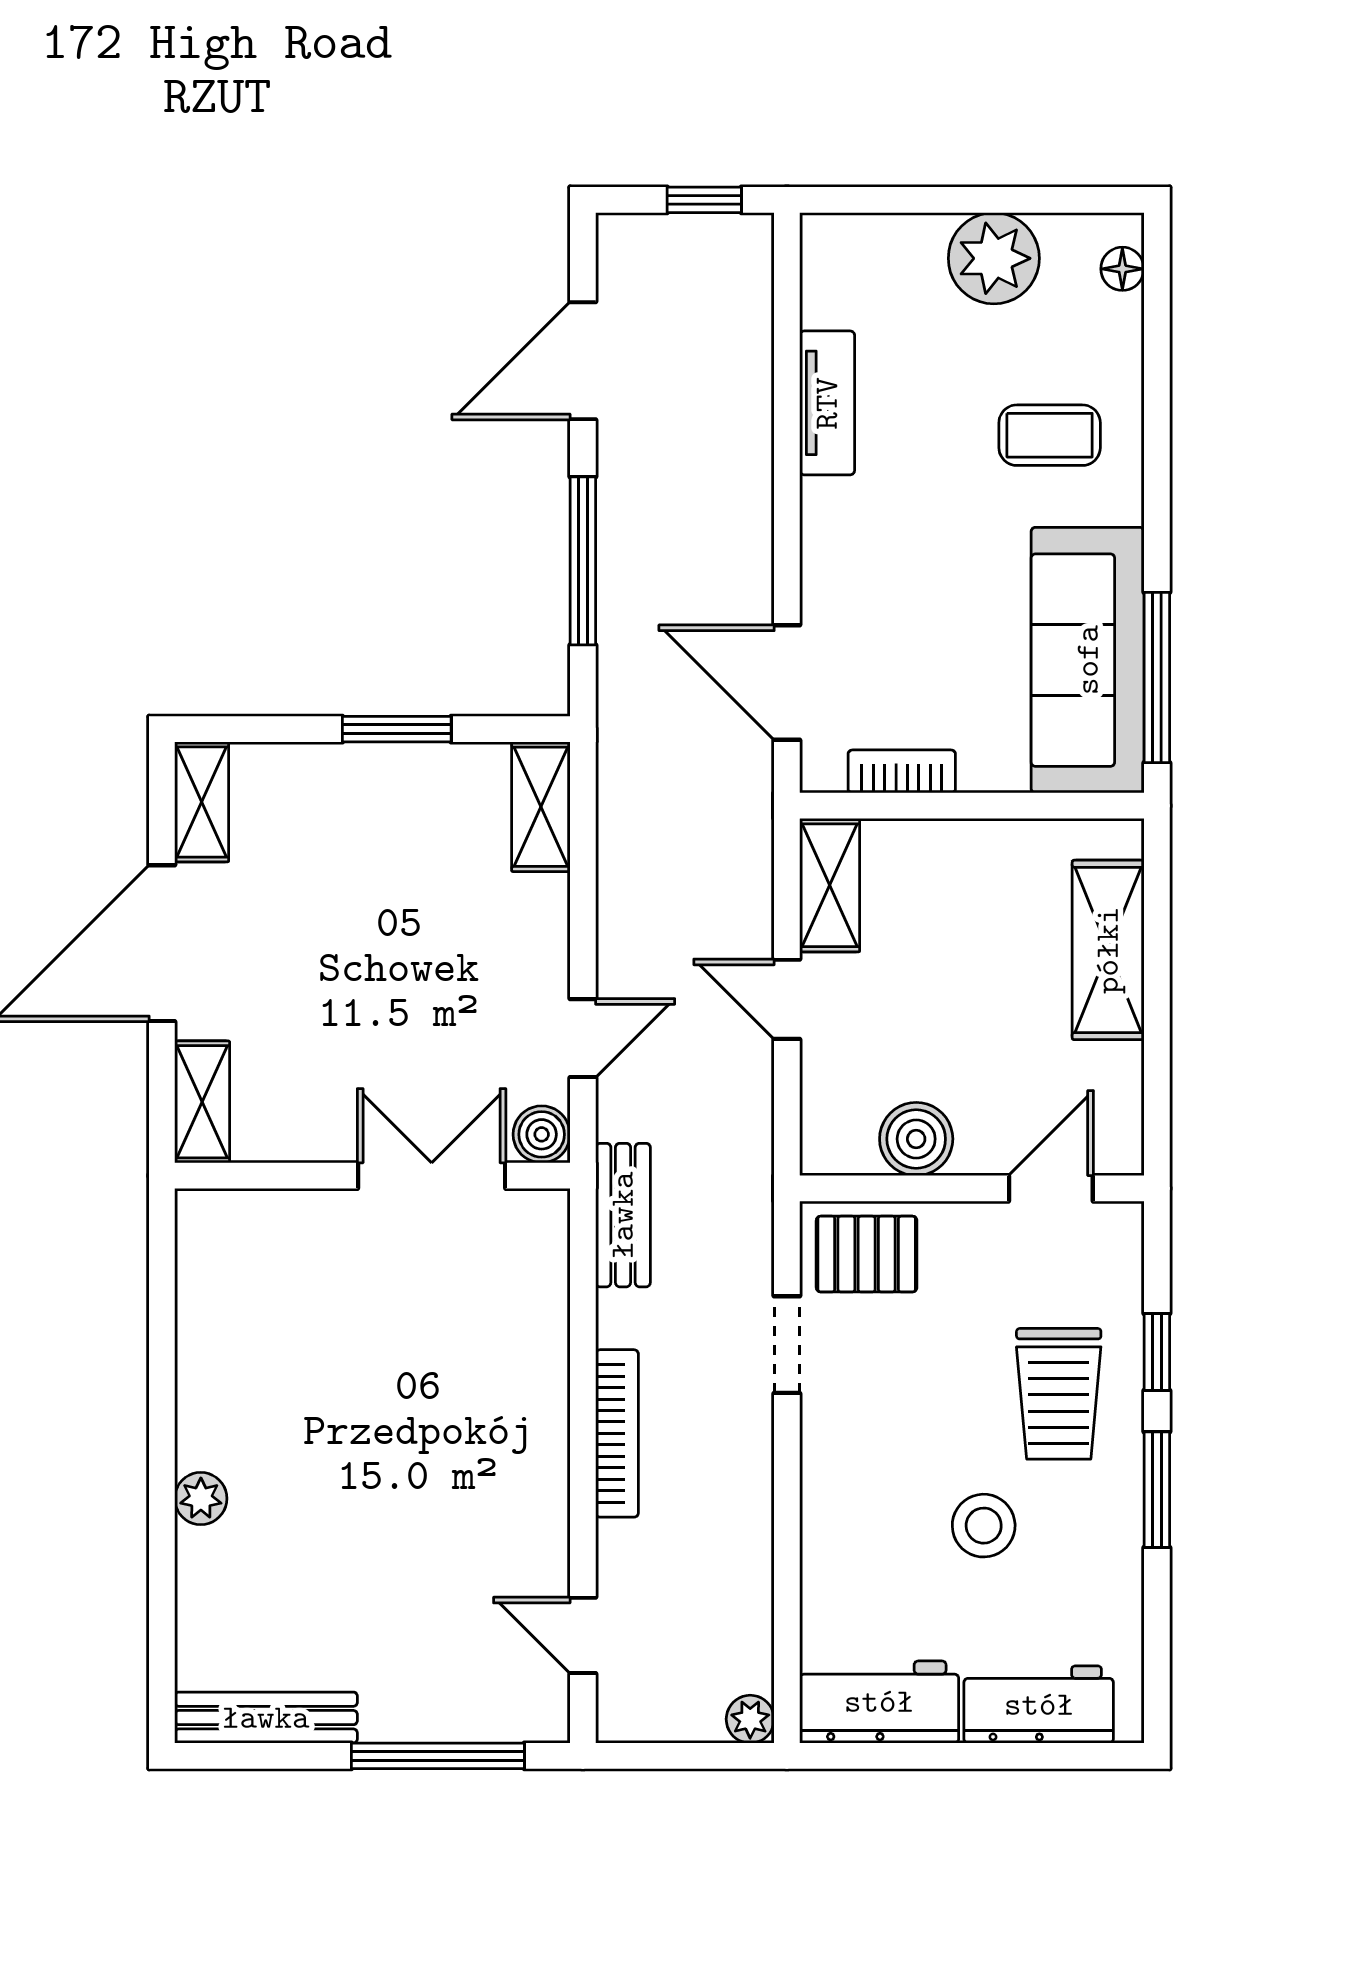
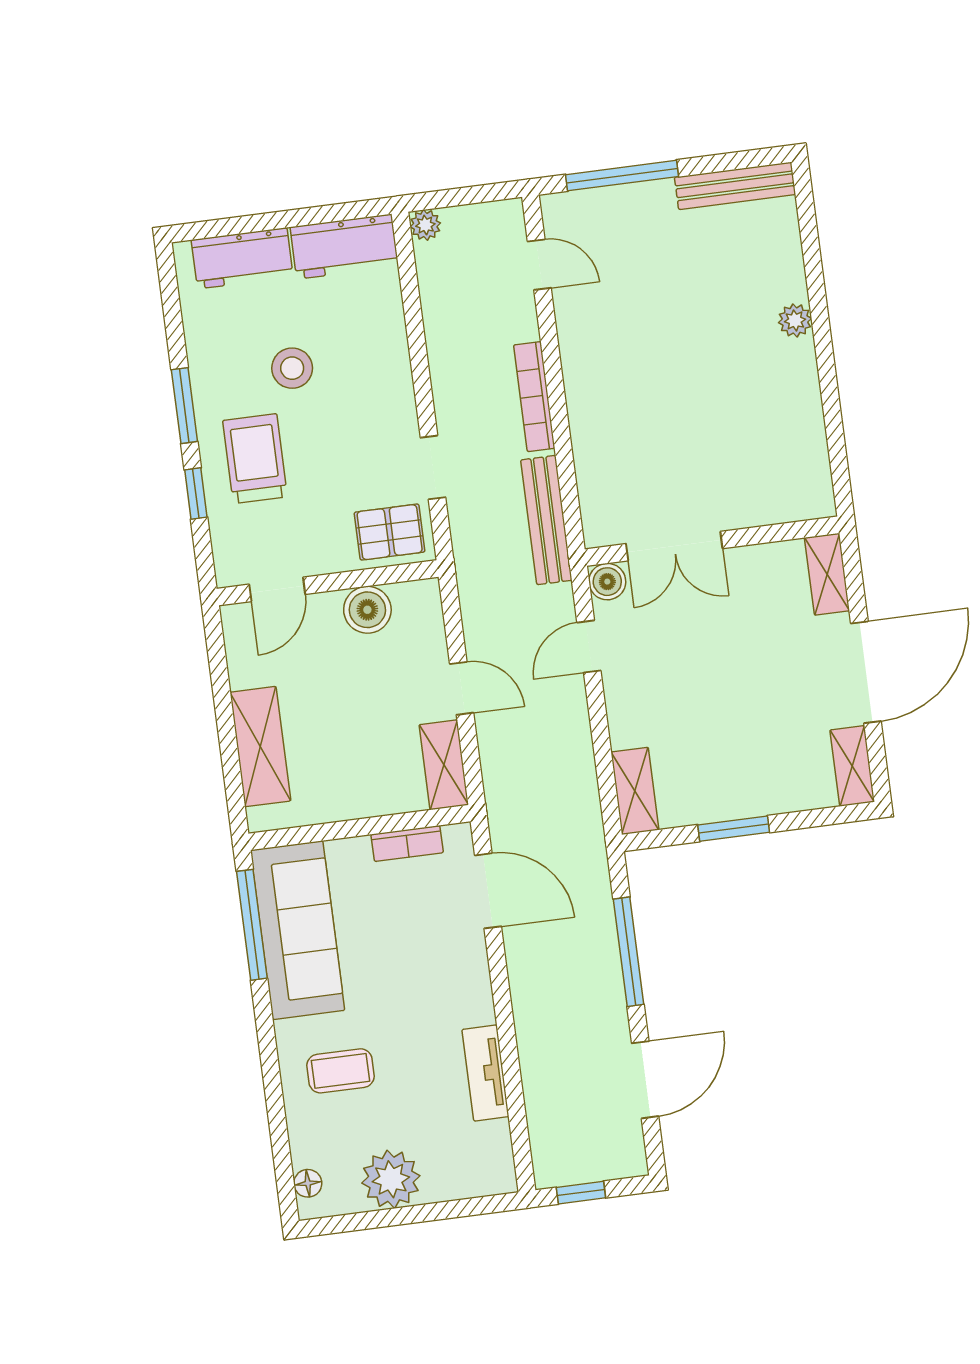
bench: (623, 1215) -> (546, 520), width x1.36

